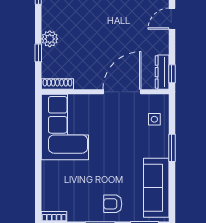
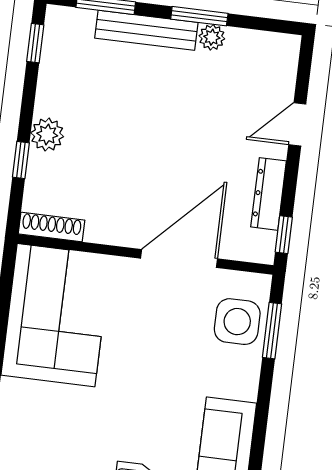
dresser: (162, 72) -> (269, 194), moved
side table: (154, 119) -> (237, 322), width x1.87, depth x1.87
window: (172, 148) -> (272, 331), moved

